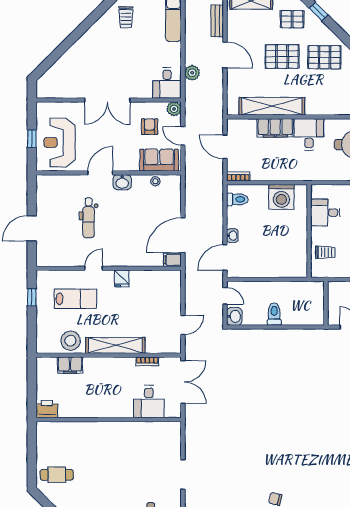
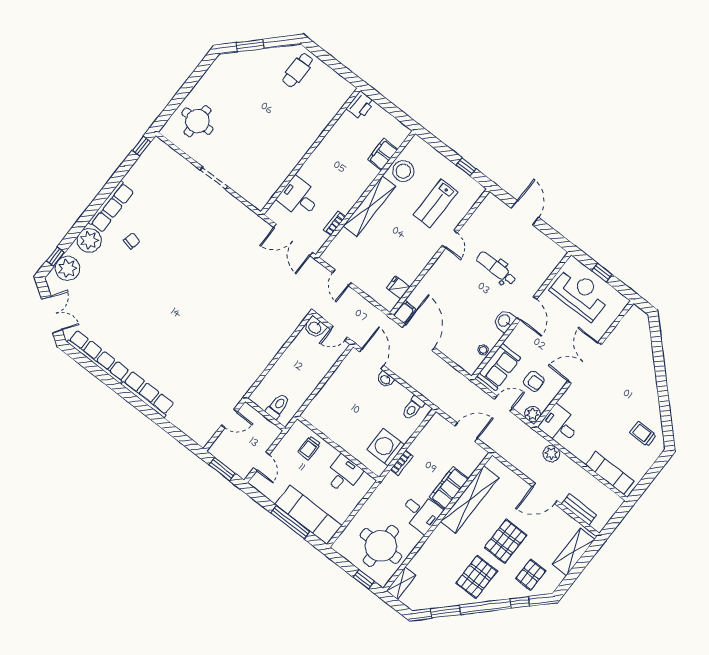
bookcase: (238, 176) -> (402, 463), moved
fridge: (122, 278) -> (398, 287), moved
toilet: (274, 314) -> (278, 406), moved, turned -90

